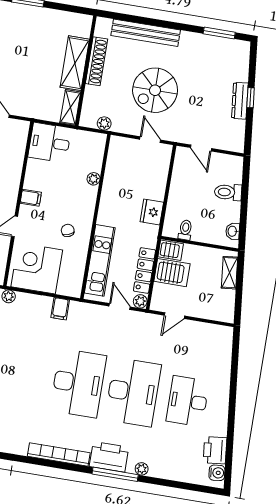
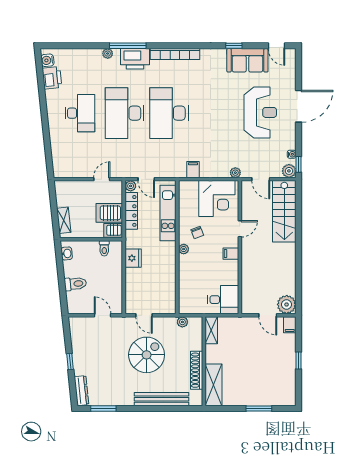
shelving: (75, 63) -> (214, 385), moved
dresser: (240, 101) -> (81, 391), moved
plant: (94, 179) -> (184, 249), moved

